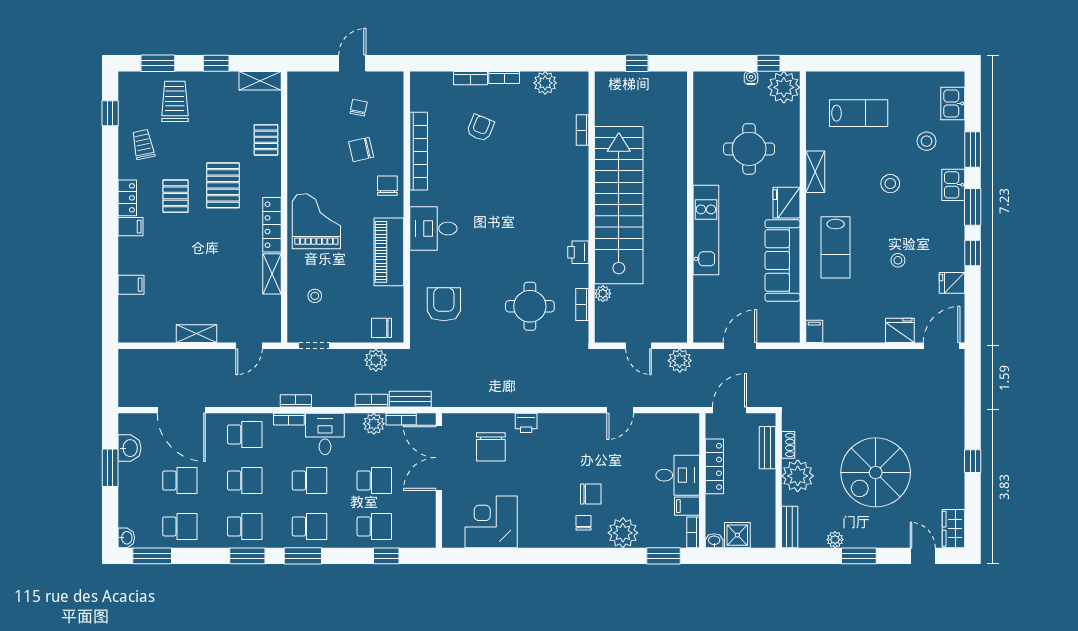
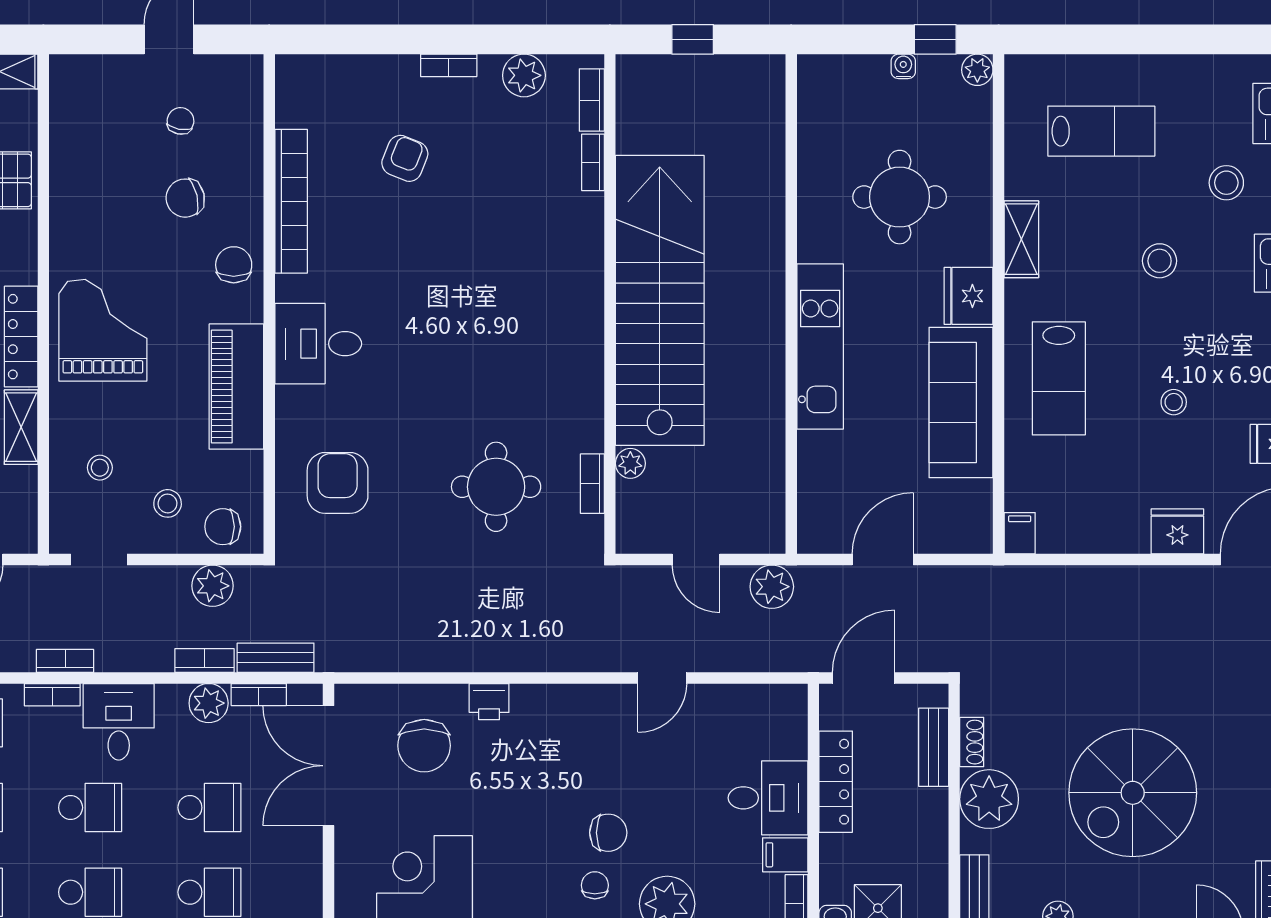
bookcase: (470, 78) -> (592, 100), moved, turned 90
plant: (784, 87) -> (977, 70), width x0.53, depth x0.53
printer: (578, 252) -> (585, 387), removed
stool: (352, 315) -> (168, 503), added

